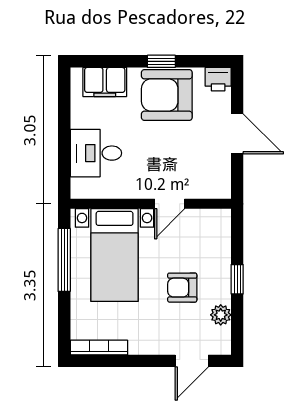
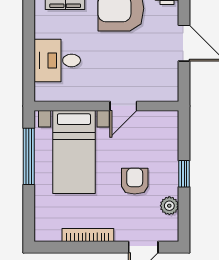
armchair: (182, 288) -> (135, 181), turned 90
bookcase: (99, 347) -> (88, 235), moved

